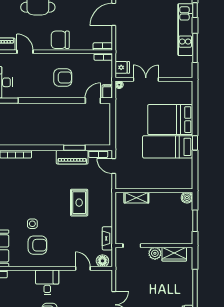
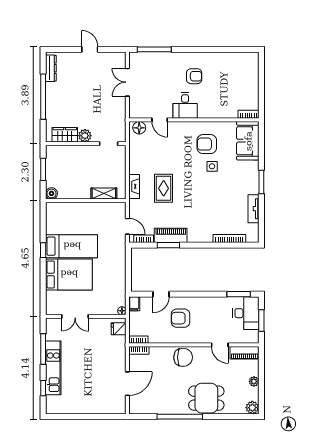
double door: (146, 79) -> (75, 316), moved
door: (93, 101) -> (161, 294), moved
fireplace: (107, 238) -> (134, 186), moved
desk: (47, 282) -> (185, 106), moved

